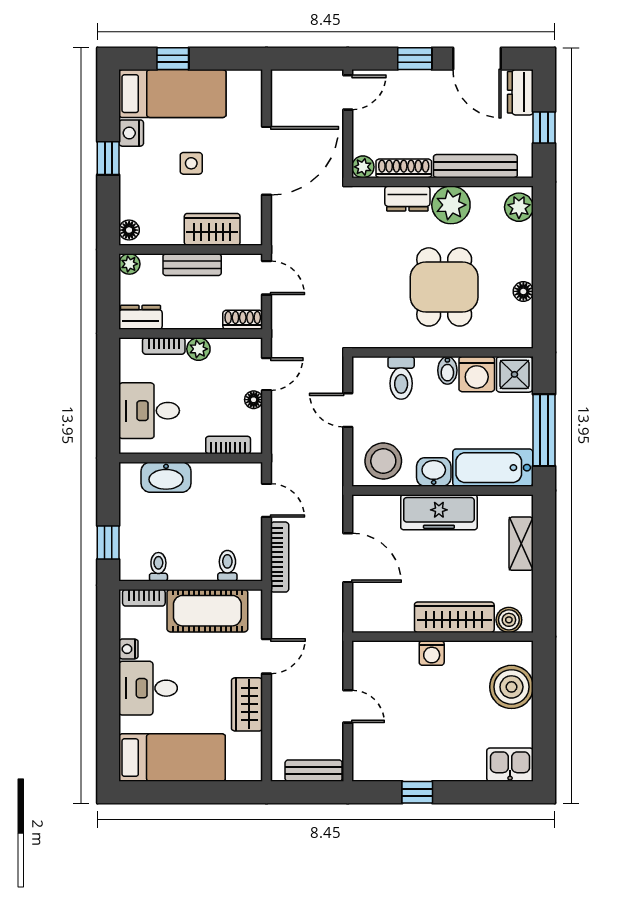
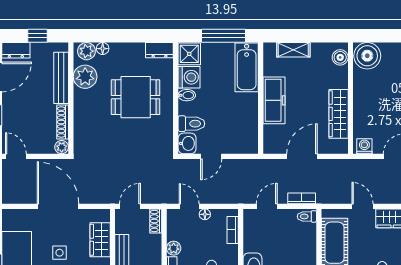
dresser: (407, 198) -> (159, 50), moved, turned 90
plant: (451, 205) -> (85, 77), moved
floor lamp: (523, 291) -> (103, 49), moved
stool: (383, 461) -> (243, 135), removed
washbasin: (434, 472) -> (187, 143), moved, turned 180
bookcase: (280, 557) -> (302, 198), width x0.64
toilet: (227, 566) -> (307, 216), moved
wardrobe: (454, 617) -> (339, 114), moved
washing machine: (432, 653) -> (364, 146), moved, turned -90
boiler: (511, 687) -> (367, 56), moved

